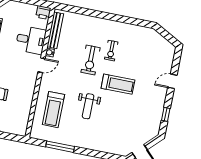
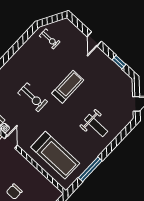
exercise bike: (111, 51) -> (50, 39), moved
weight bench: (88, 106) -> (96, 126), moved
treadmill: (53, 110) -> (55, 155), width x1.37, depth x1.38

